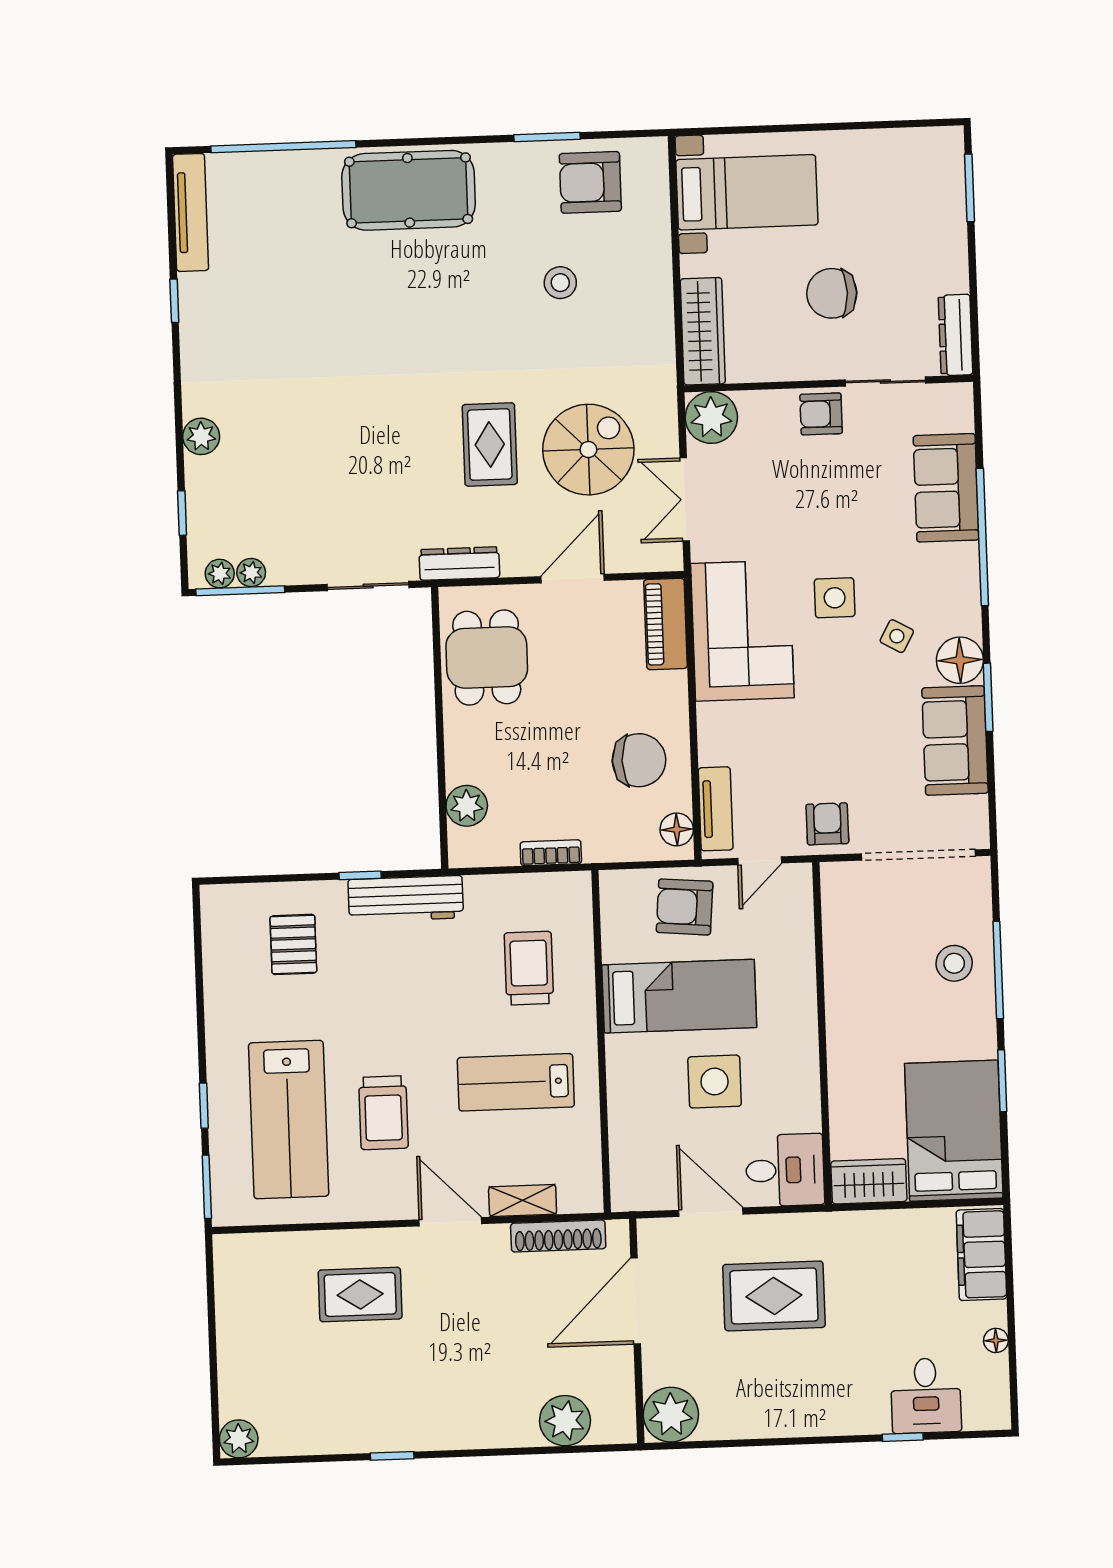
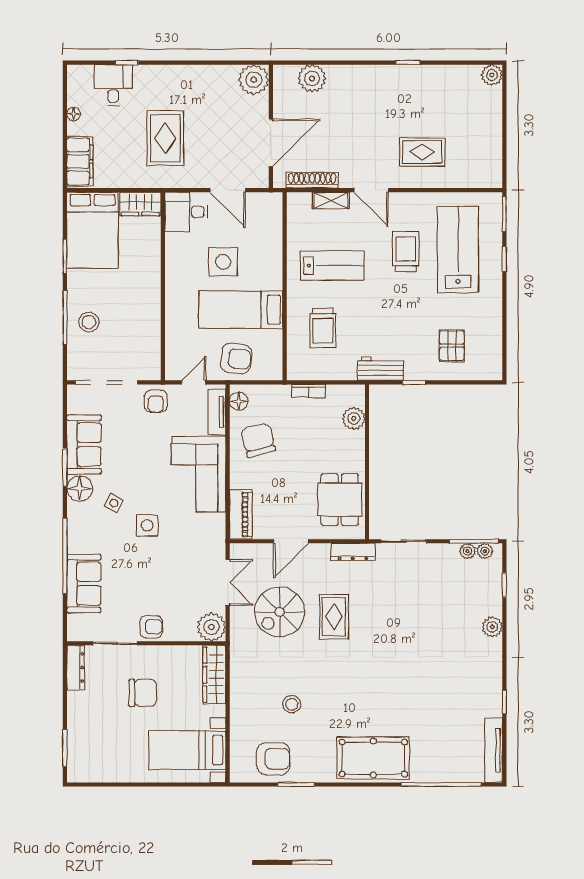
corner sofa: (742, 631) -> (199, 474), moved
chair: (639, 760) -> (258, 440), turned 76
workbench: (406, 899) -> (381, 369), width x0.73
rug: (774, 1296) -> (165, 138), moved, turned 90

